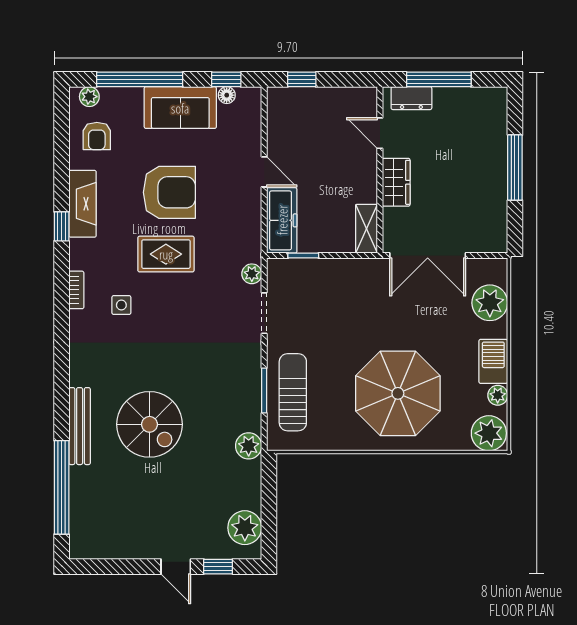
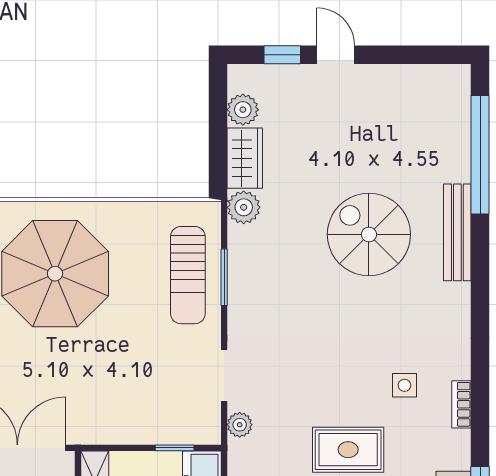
wardrobe: (248, 485) -> (245, 158), added
plant: (245, 528) -> (243, 110), width x0.73, depth x0.73

